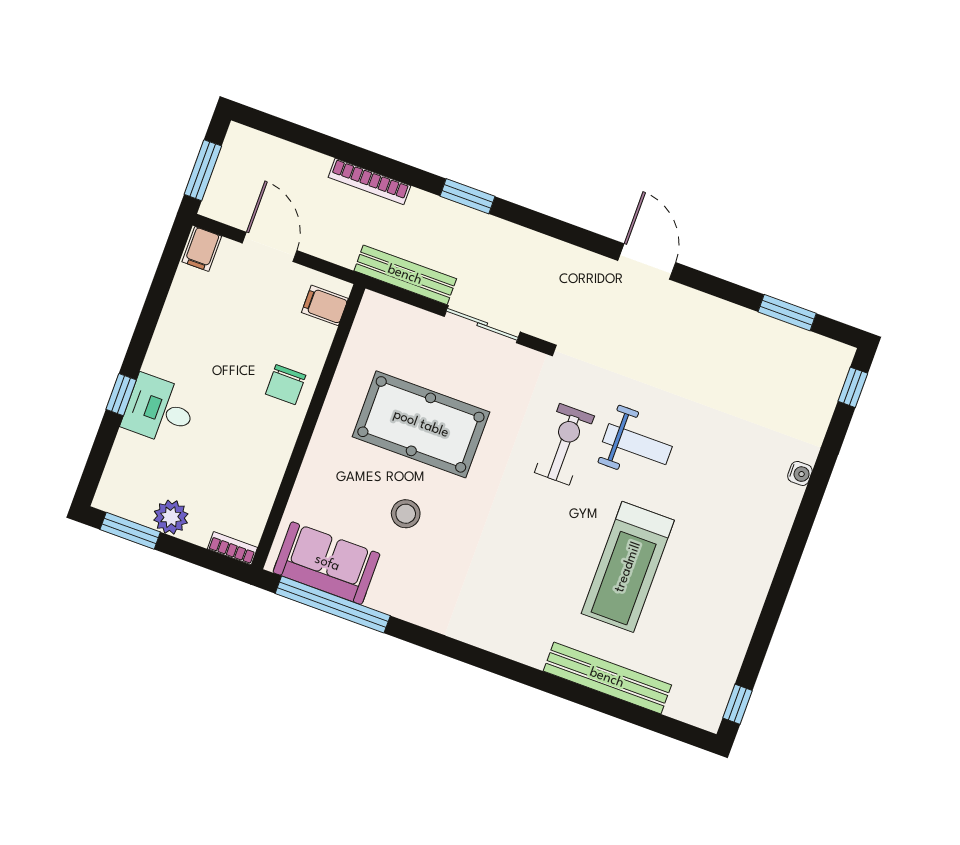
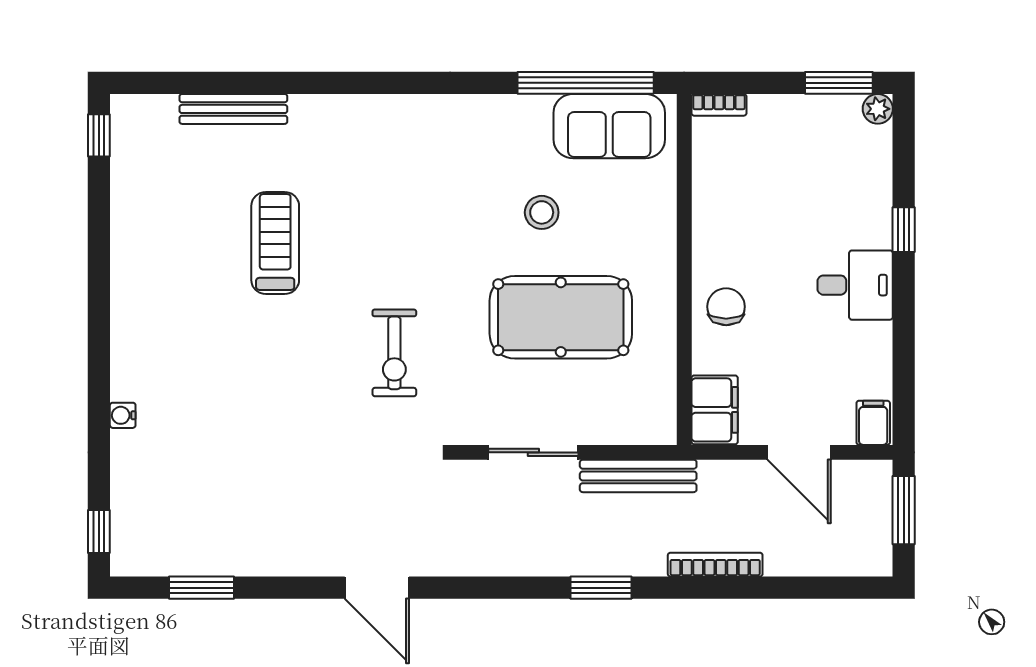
filing cabinet: (325, 305) -> (715, 410), width x2.00
desk: (160, 410) -> (855, 285), moved
weight bench: (637, 444) -> (314, 382), removed
plant: (171, 517) -> (878, 109), moved, width x0.73, depth x0.73
treadmill: (628, 567) -> (275, 243), width x0.73, depth x0.73
bench: (607, 678) -> (233, 109), width x0.73, depth x0.82

